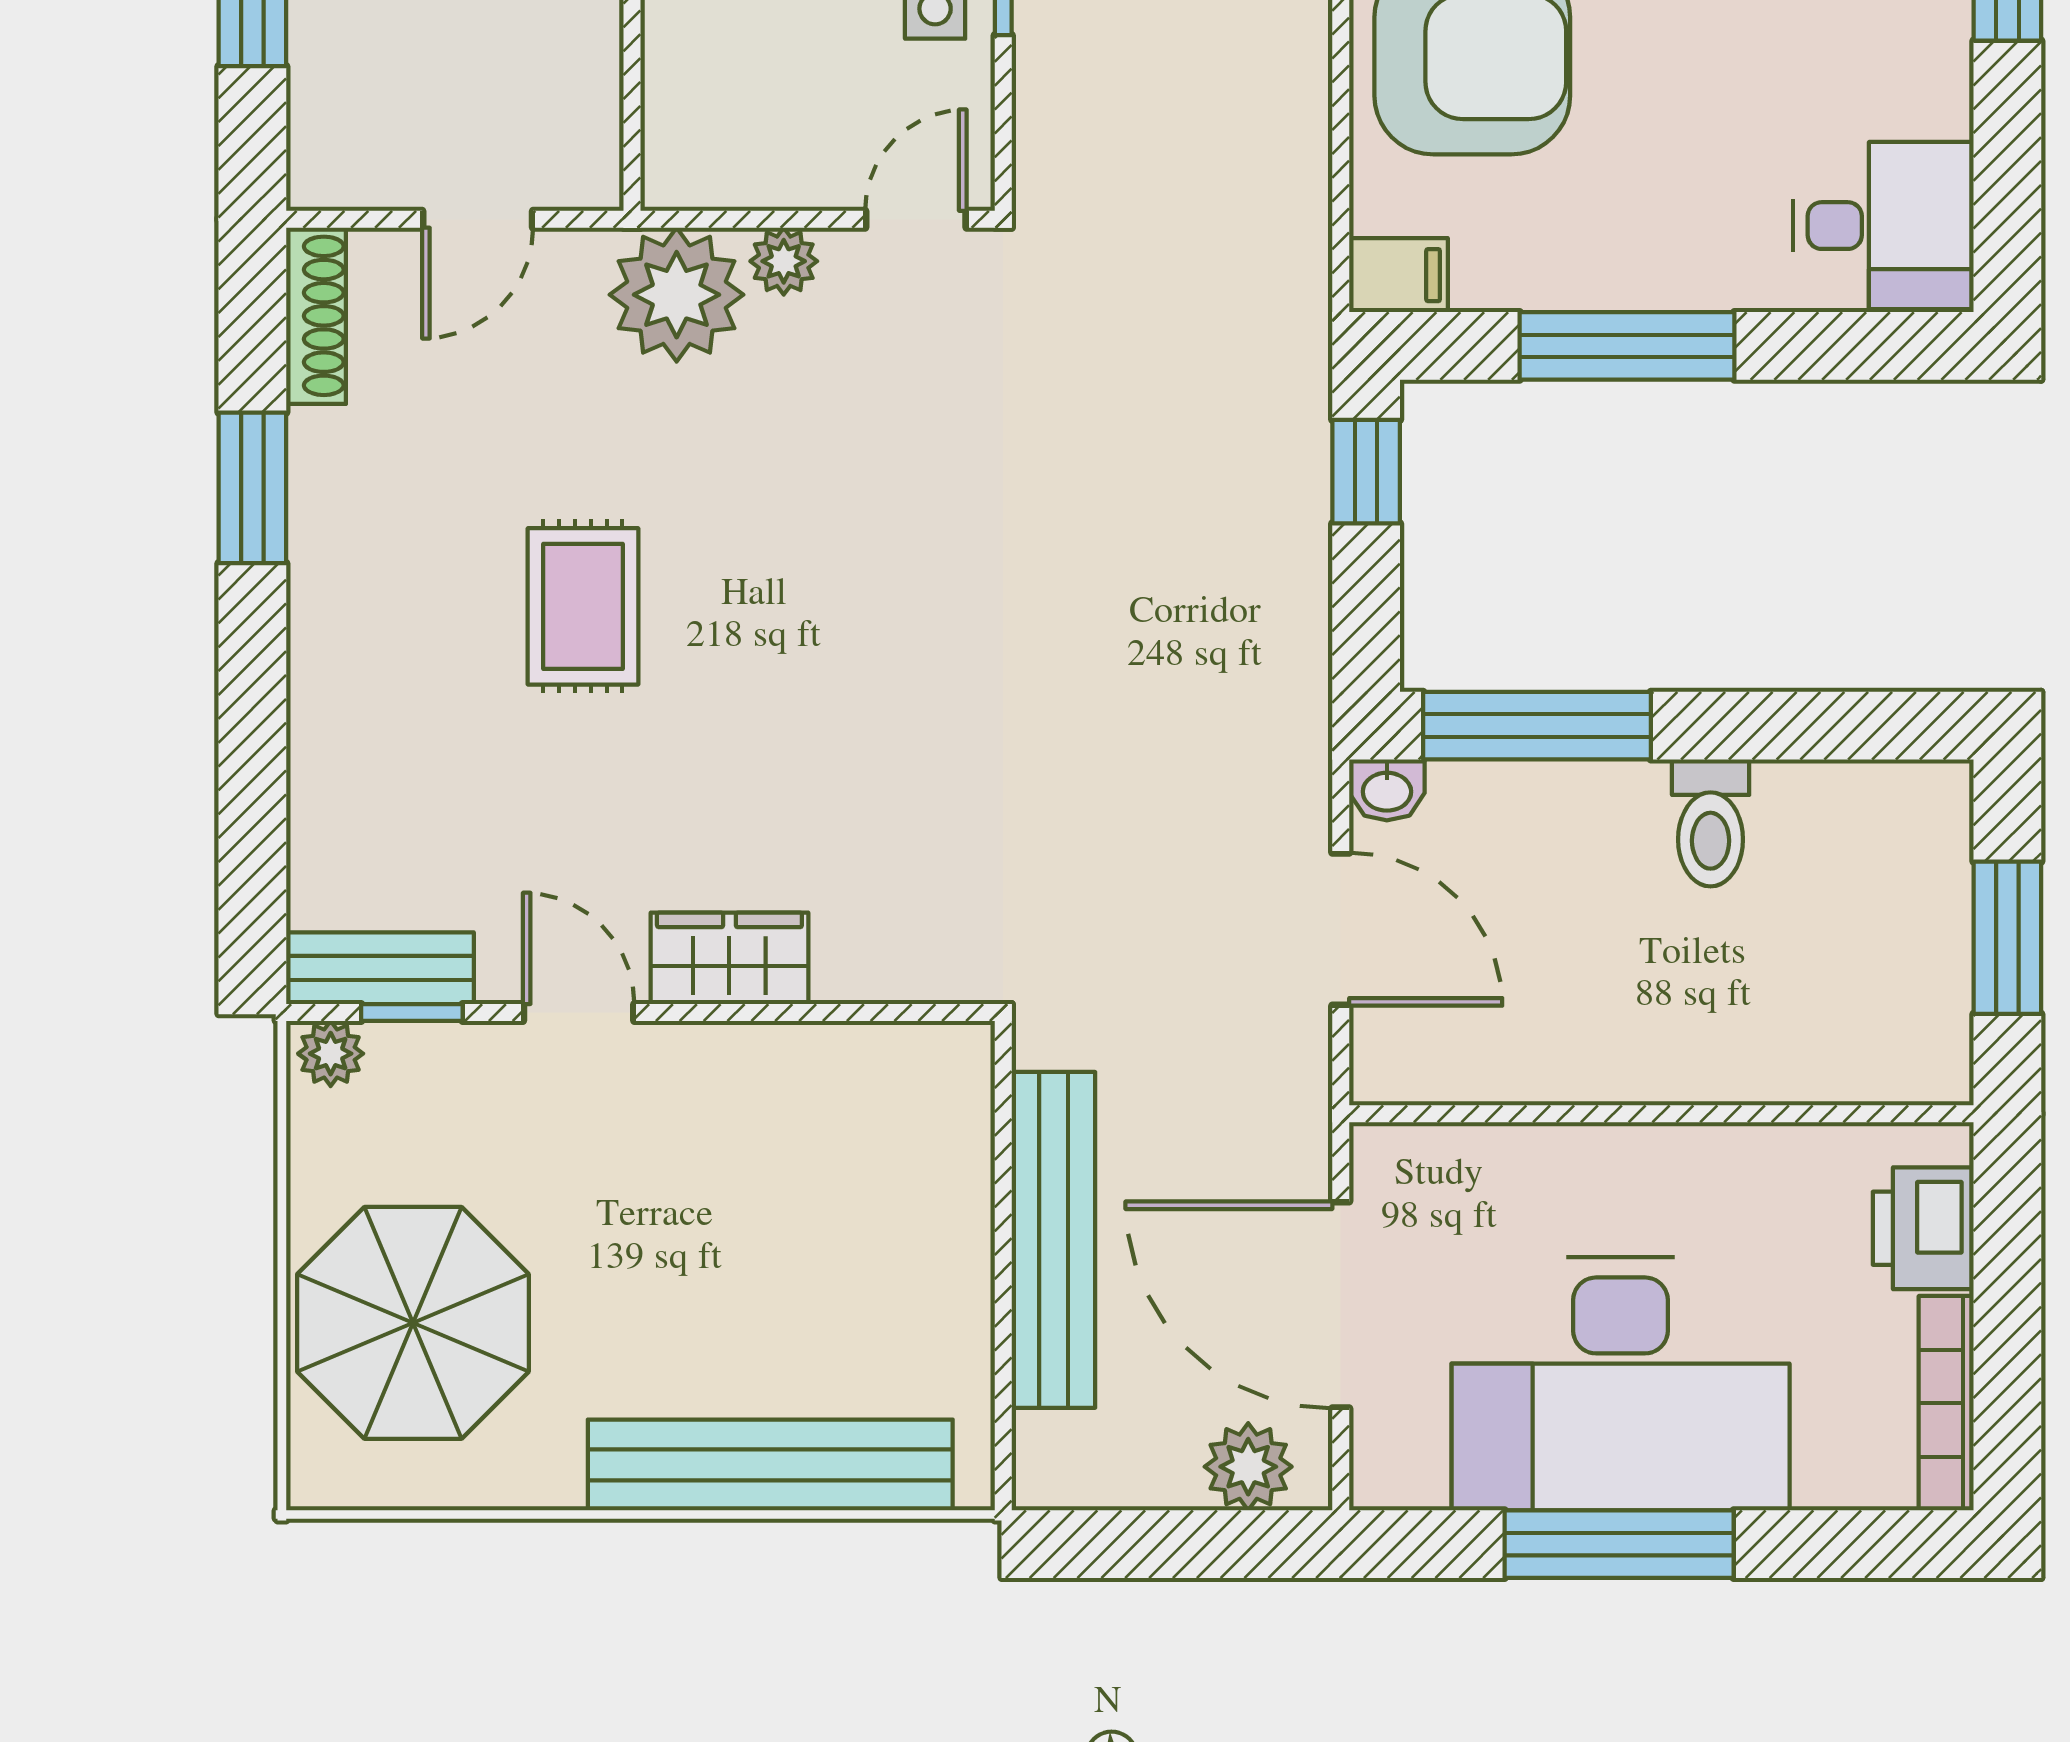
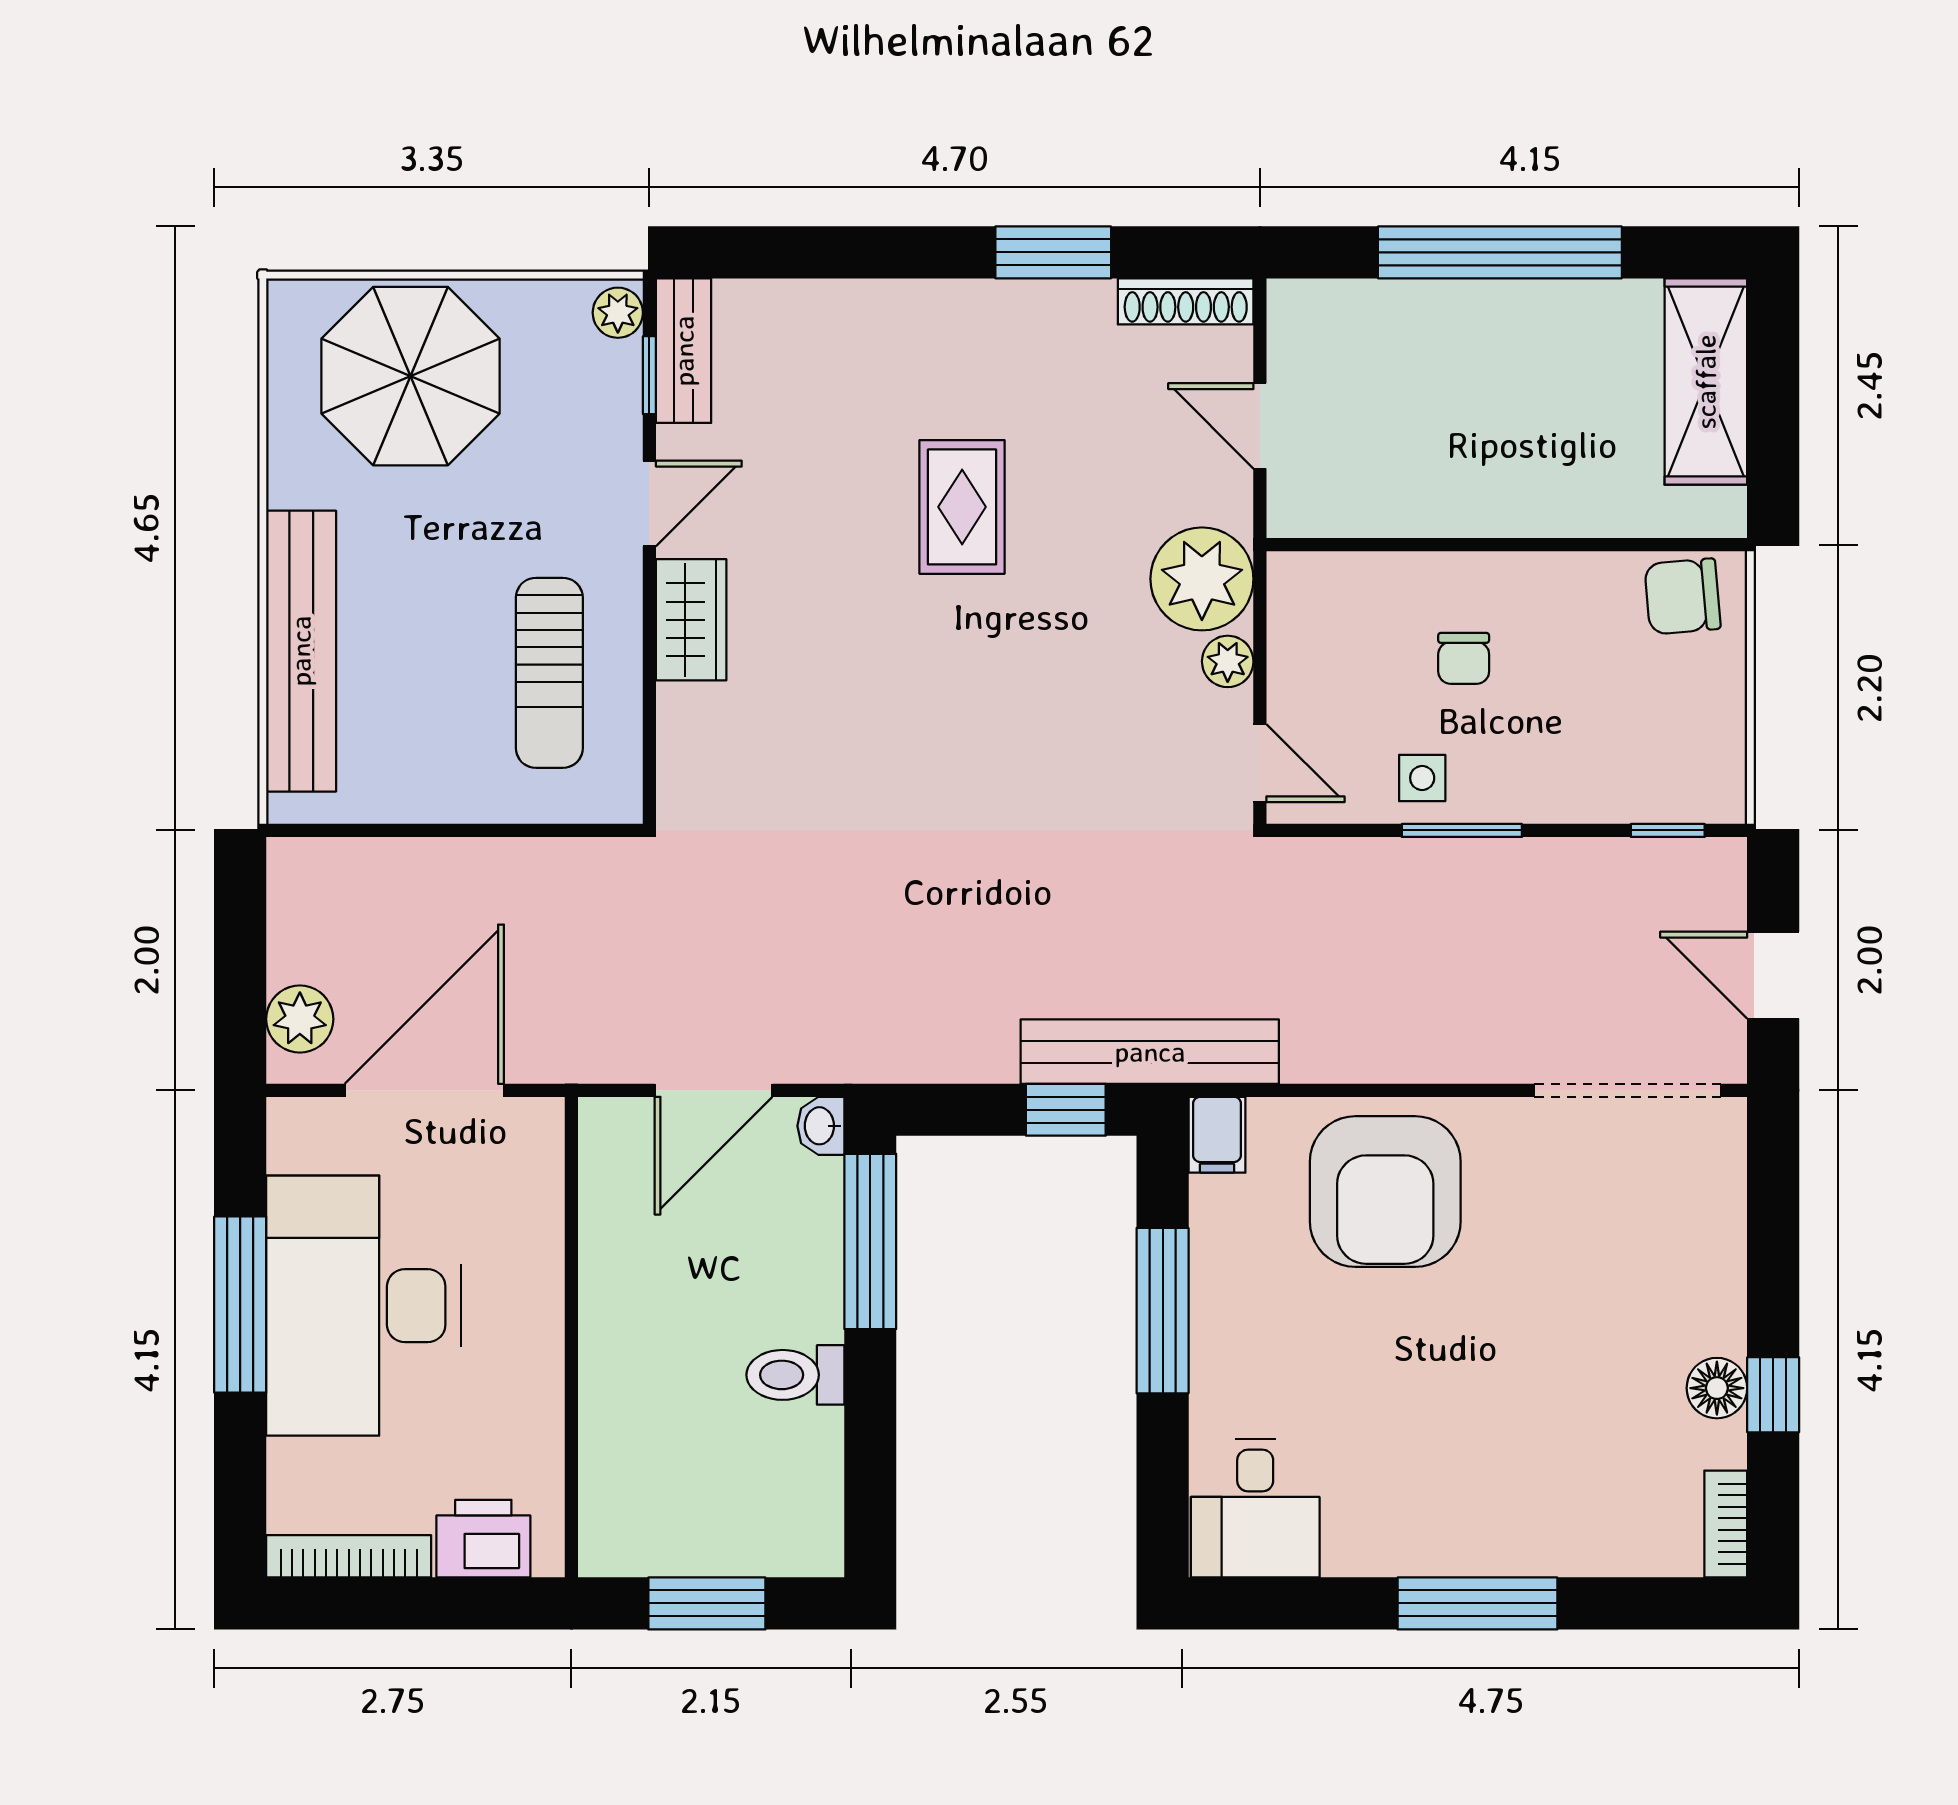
rug: (583, 606) -> (962, 507), turned 90
sun lounger: (798, 1142) -> (549, 673), added
bench: (1053, 1240) -> (1150, 1052), moved

